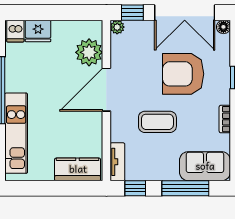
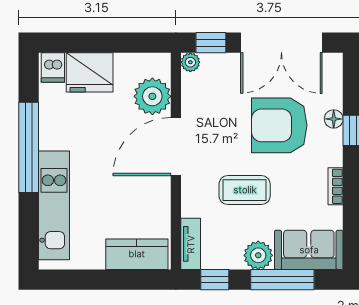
floor lamp: (223, 27) -> (334, 119), moved
fridge: (38, 31) -> (90, 72), width x1.36, depth x1.34
plant: (167, 170) -> (258, 255), added

